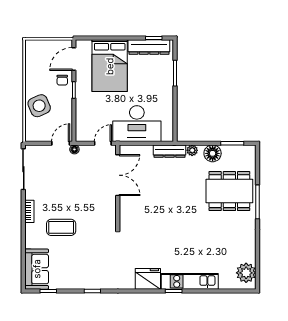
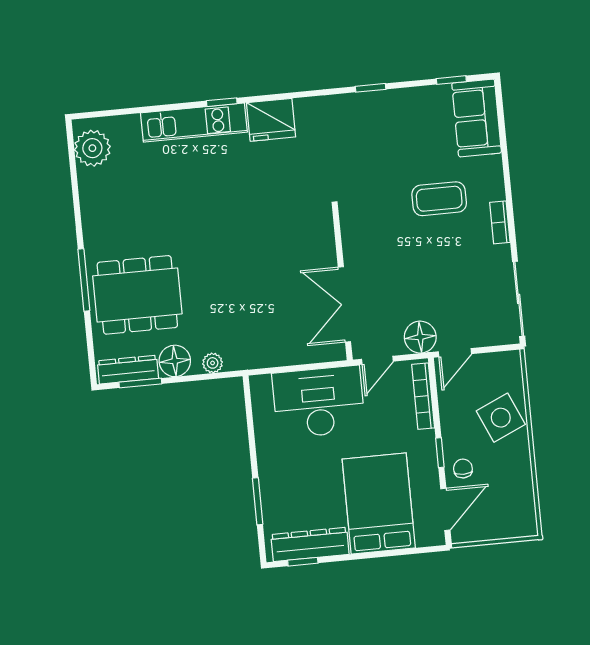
bookcase: (80, 121) -> (423, 396), added
floor lamp: (74, 149) -> (420, 337), width x1.89, depth x1.89
dresser: (169, 151) -> (128, 370), moved

